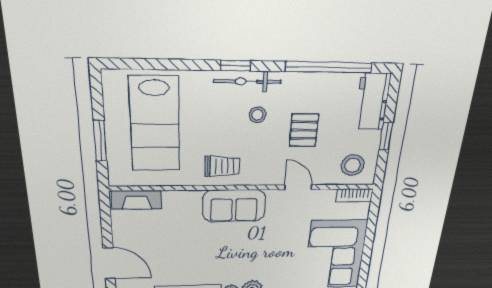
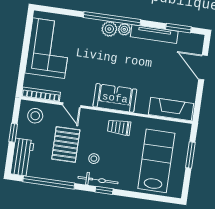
pallet: (304, 130) -> (66, 144), width x1.50, depth x1.42
bookcase: (354, 195) -> (41, 94), width x1.56
fireplace: (136, 200) -> (171, 109), width x1.37, depth x1.32

